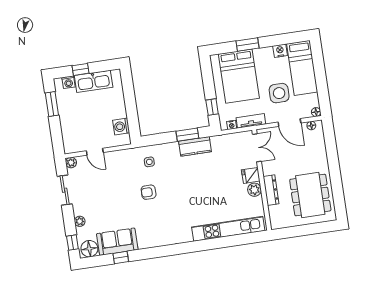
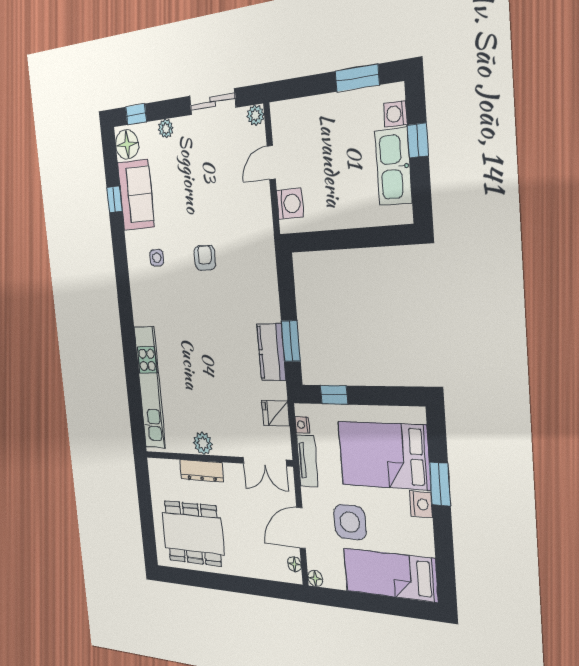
nightstand: (280, 51) -> (421, 504), moved
washing machine: (121, 127) -> (290, 204), moved, turned 90
side table: (149, 162) -> (157, 258), moved
fridge: (251, 175) -> (276, 413), moved, turned -90

